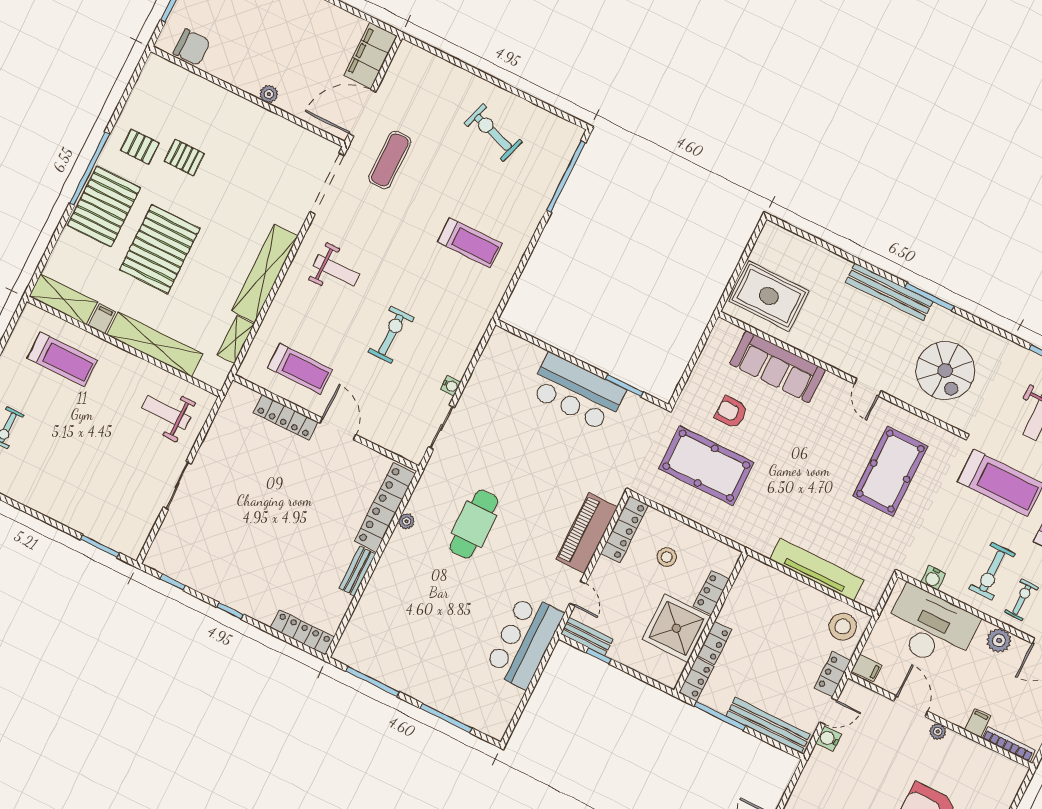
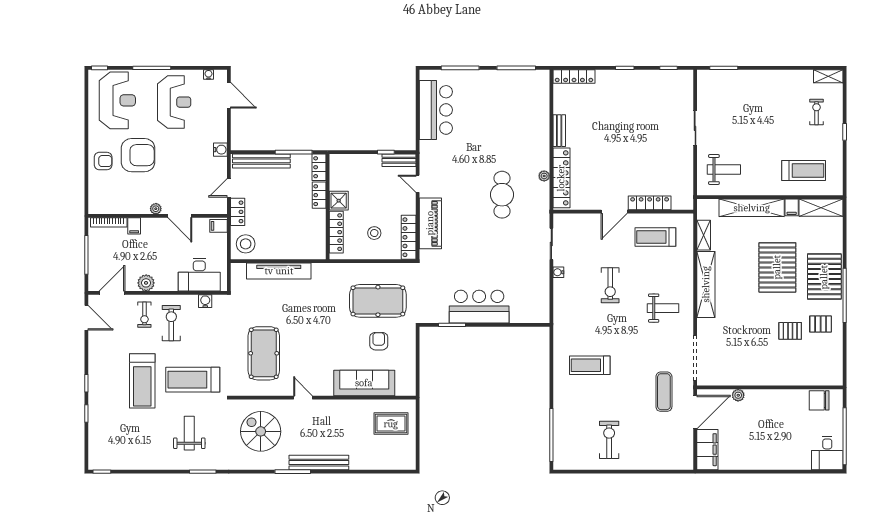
plant: (269, 94) -> (738, 395), moved
exercise bike: (493, 132) -> (609, 440), turned -108
weight bench: (336, 270) -> (663, 308), turned 180
rug: (769, 296) -> (391, 424), width x0.73, depth x0.70
treadmill: (62, 359) -> (804, 171), turned 180
armchair: (731, 412) -> (379, 341), turned -90
door: (338, 429) -> (614, 212), hinge flipped
locker: (711, 593) -> (336, 232), width x1.53
shower: (676, 628) -> (339, 201), width x0.54, depth x0.54
desk: (931, 628) -> (199, 275), width x0.73, depth x0.77
bar counter: (524, 641) -> (436, 110), moved
water cooler: (829, 739) -> (220, 150), moved

